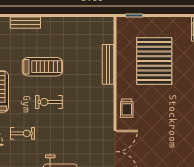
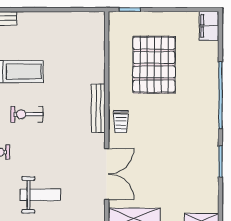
bench: (108, 64) -> (98, 108), moved

